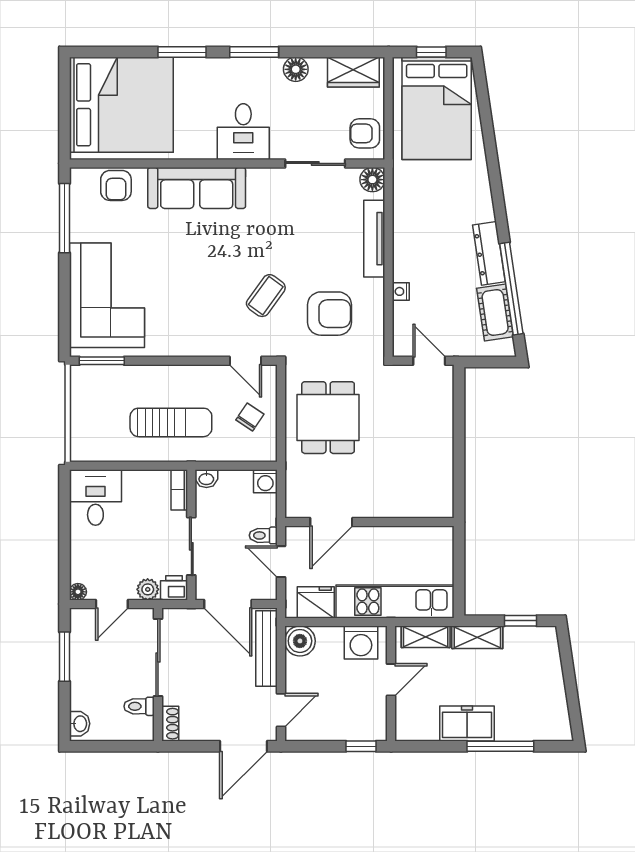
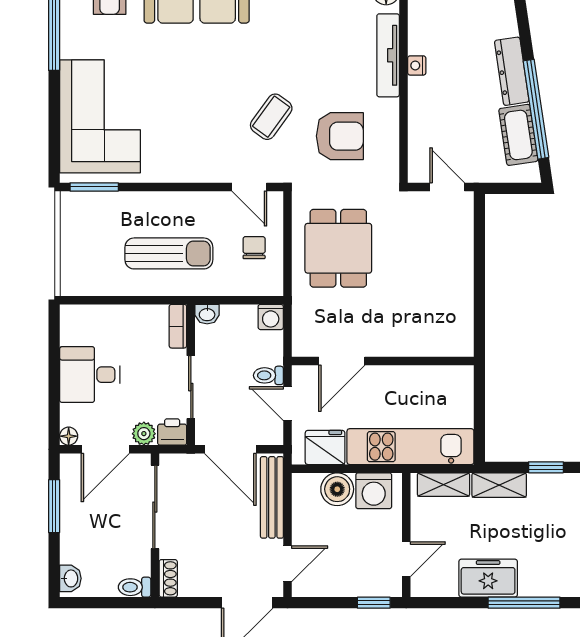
nightstand: (401, 291) -> (417, 65), moved
chair: (250, 417) -> (254, 248), turned -34
desk: (95, 497) -> (90, 375), moved, turned -90
door: (112, 604) -> (105, 449), width x1.38
boiler: (300, 641) -> (337, 489), moved
door: (391, 680) -> (406, 559), moved
toilet: (139, 706) -> (135, 587), moved

